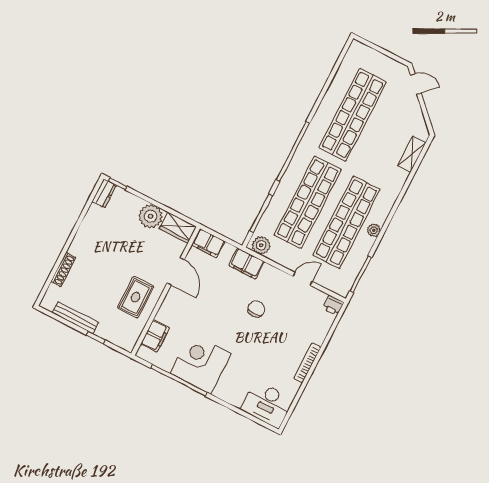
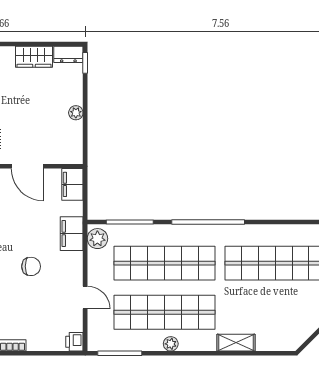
shelving: (412, 154) -> (236, 343), moved
plant: (151, 216) -> (76, 113), width x0.53, depth x0.53
wardrobe: (178, 227) -> (34, 57), moved, turned -90
door: (176, 271) -> (27, 166), hinge flipped

